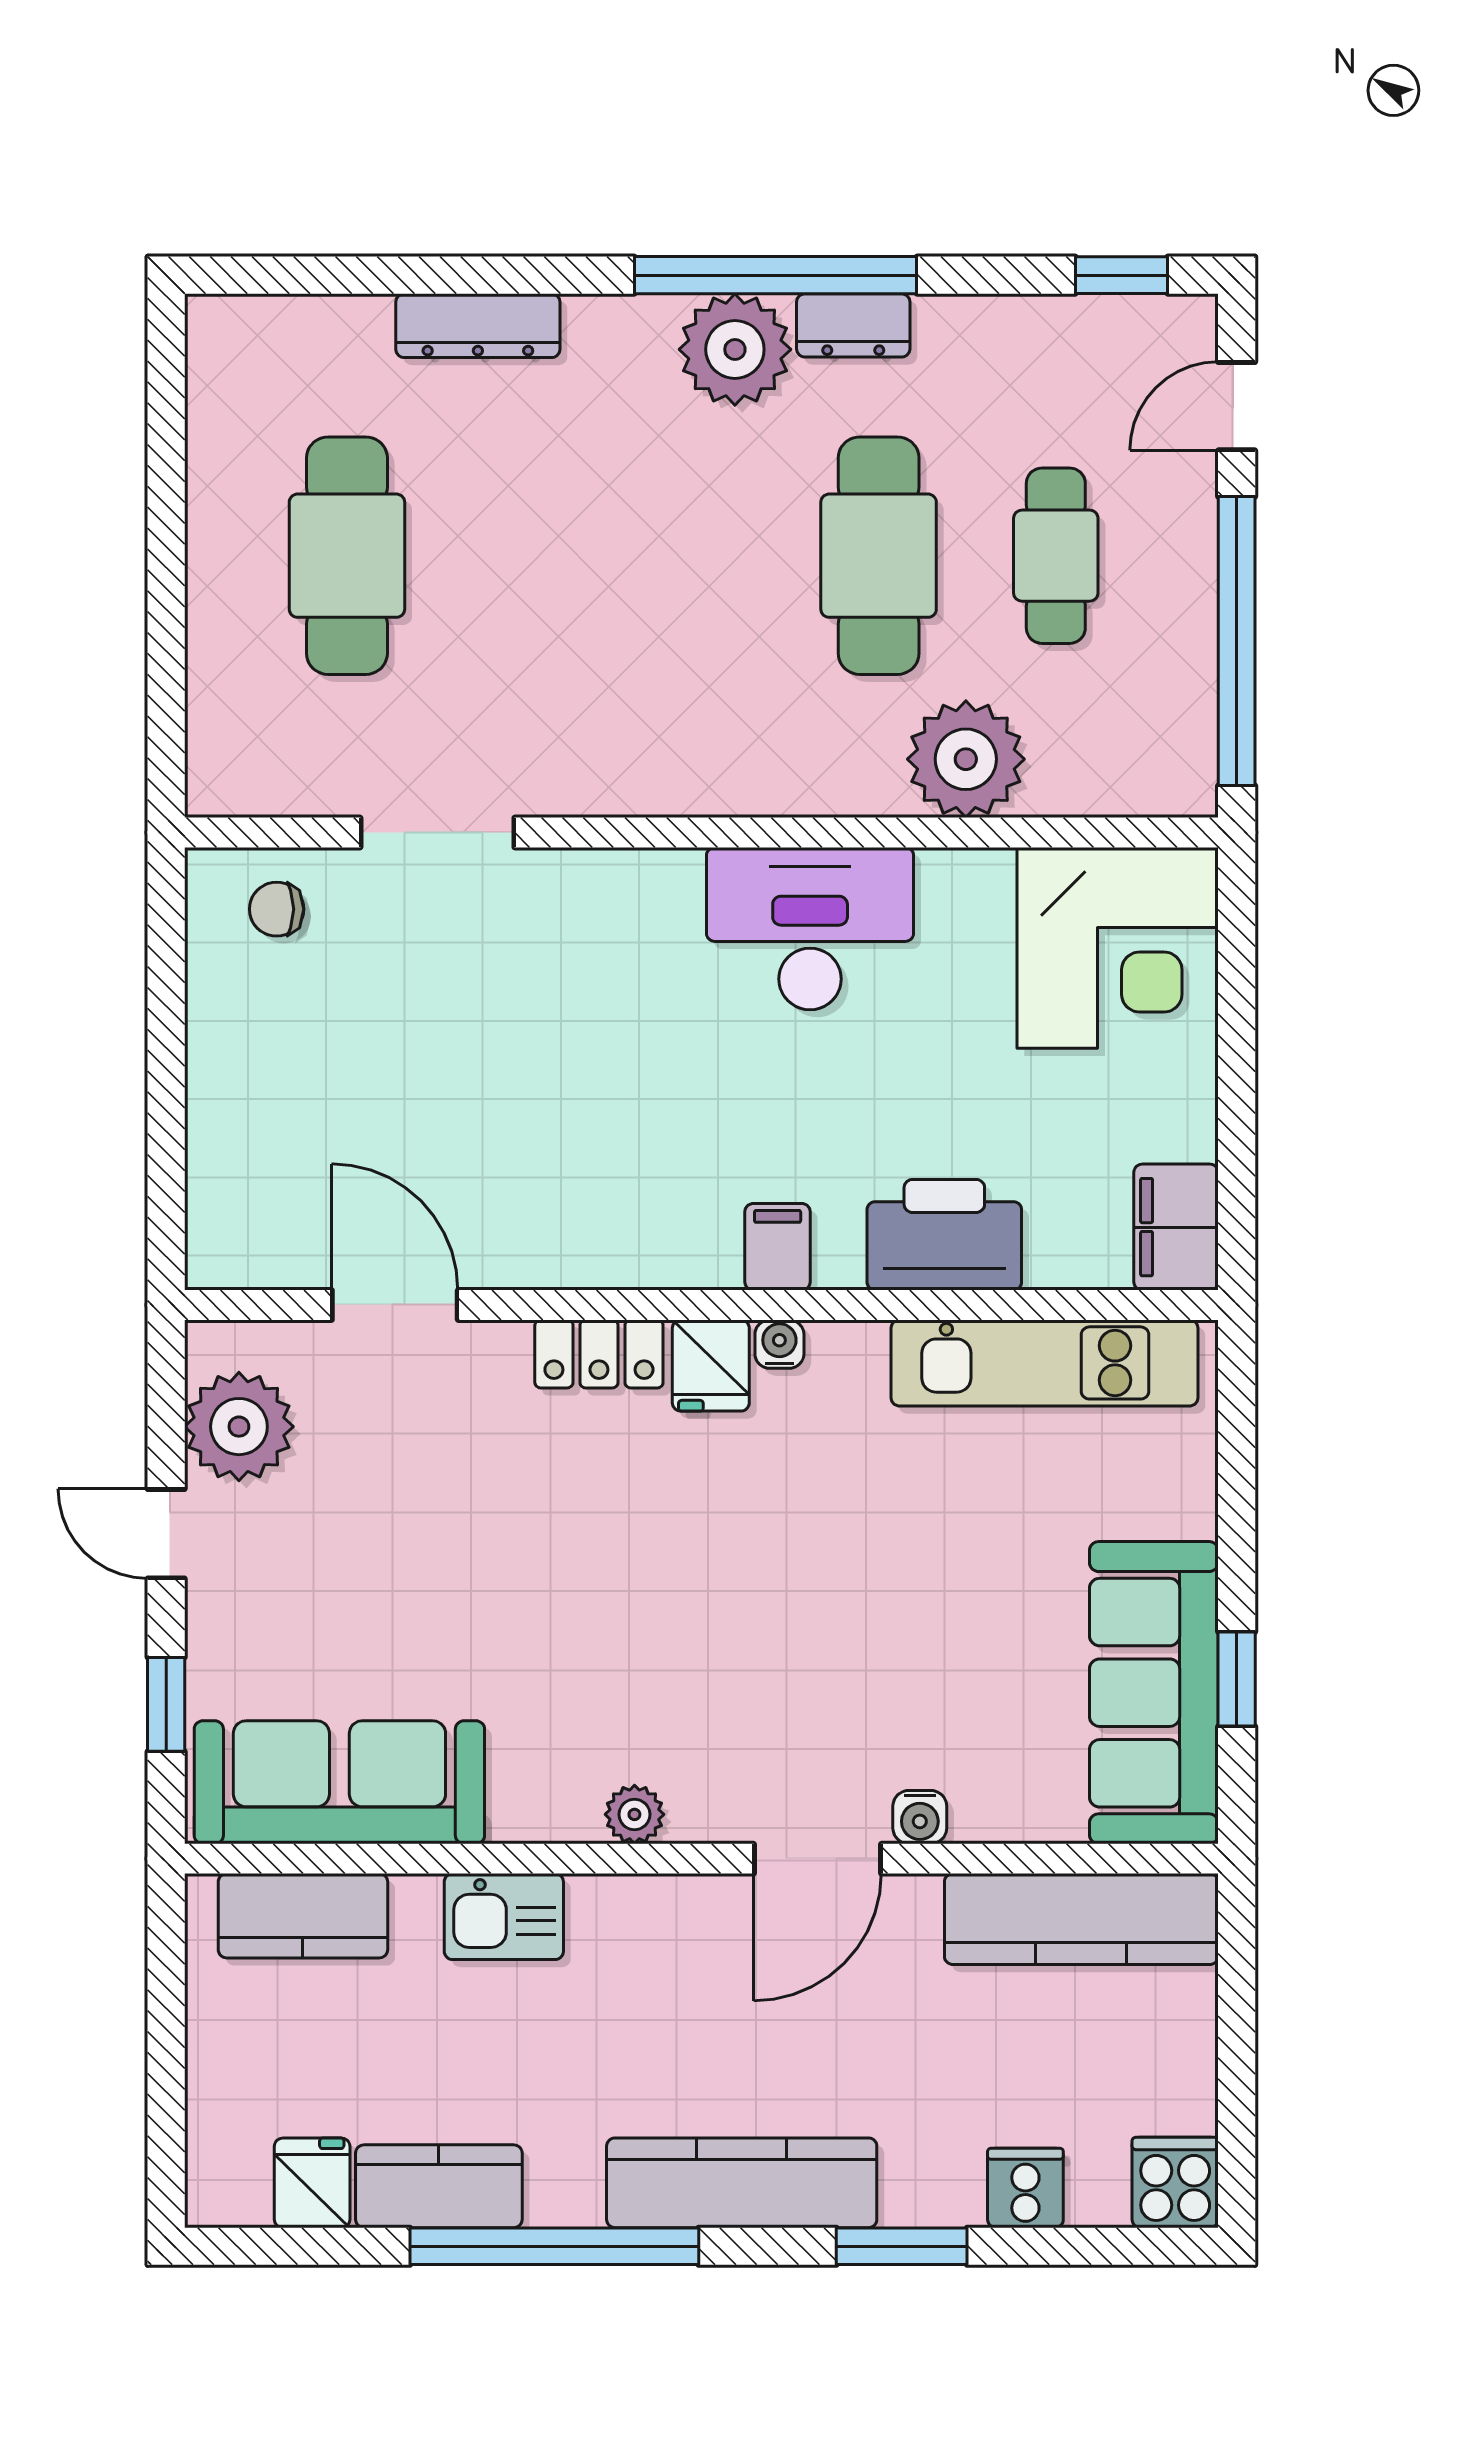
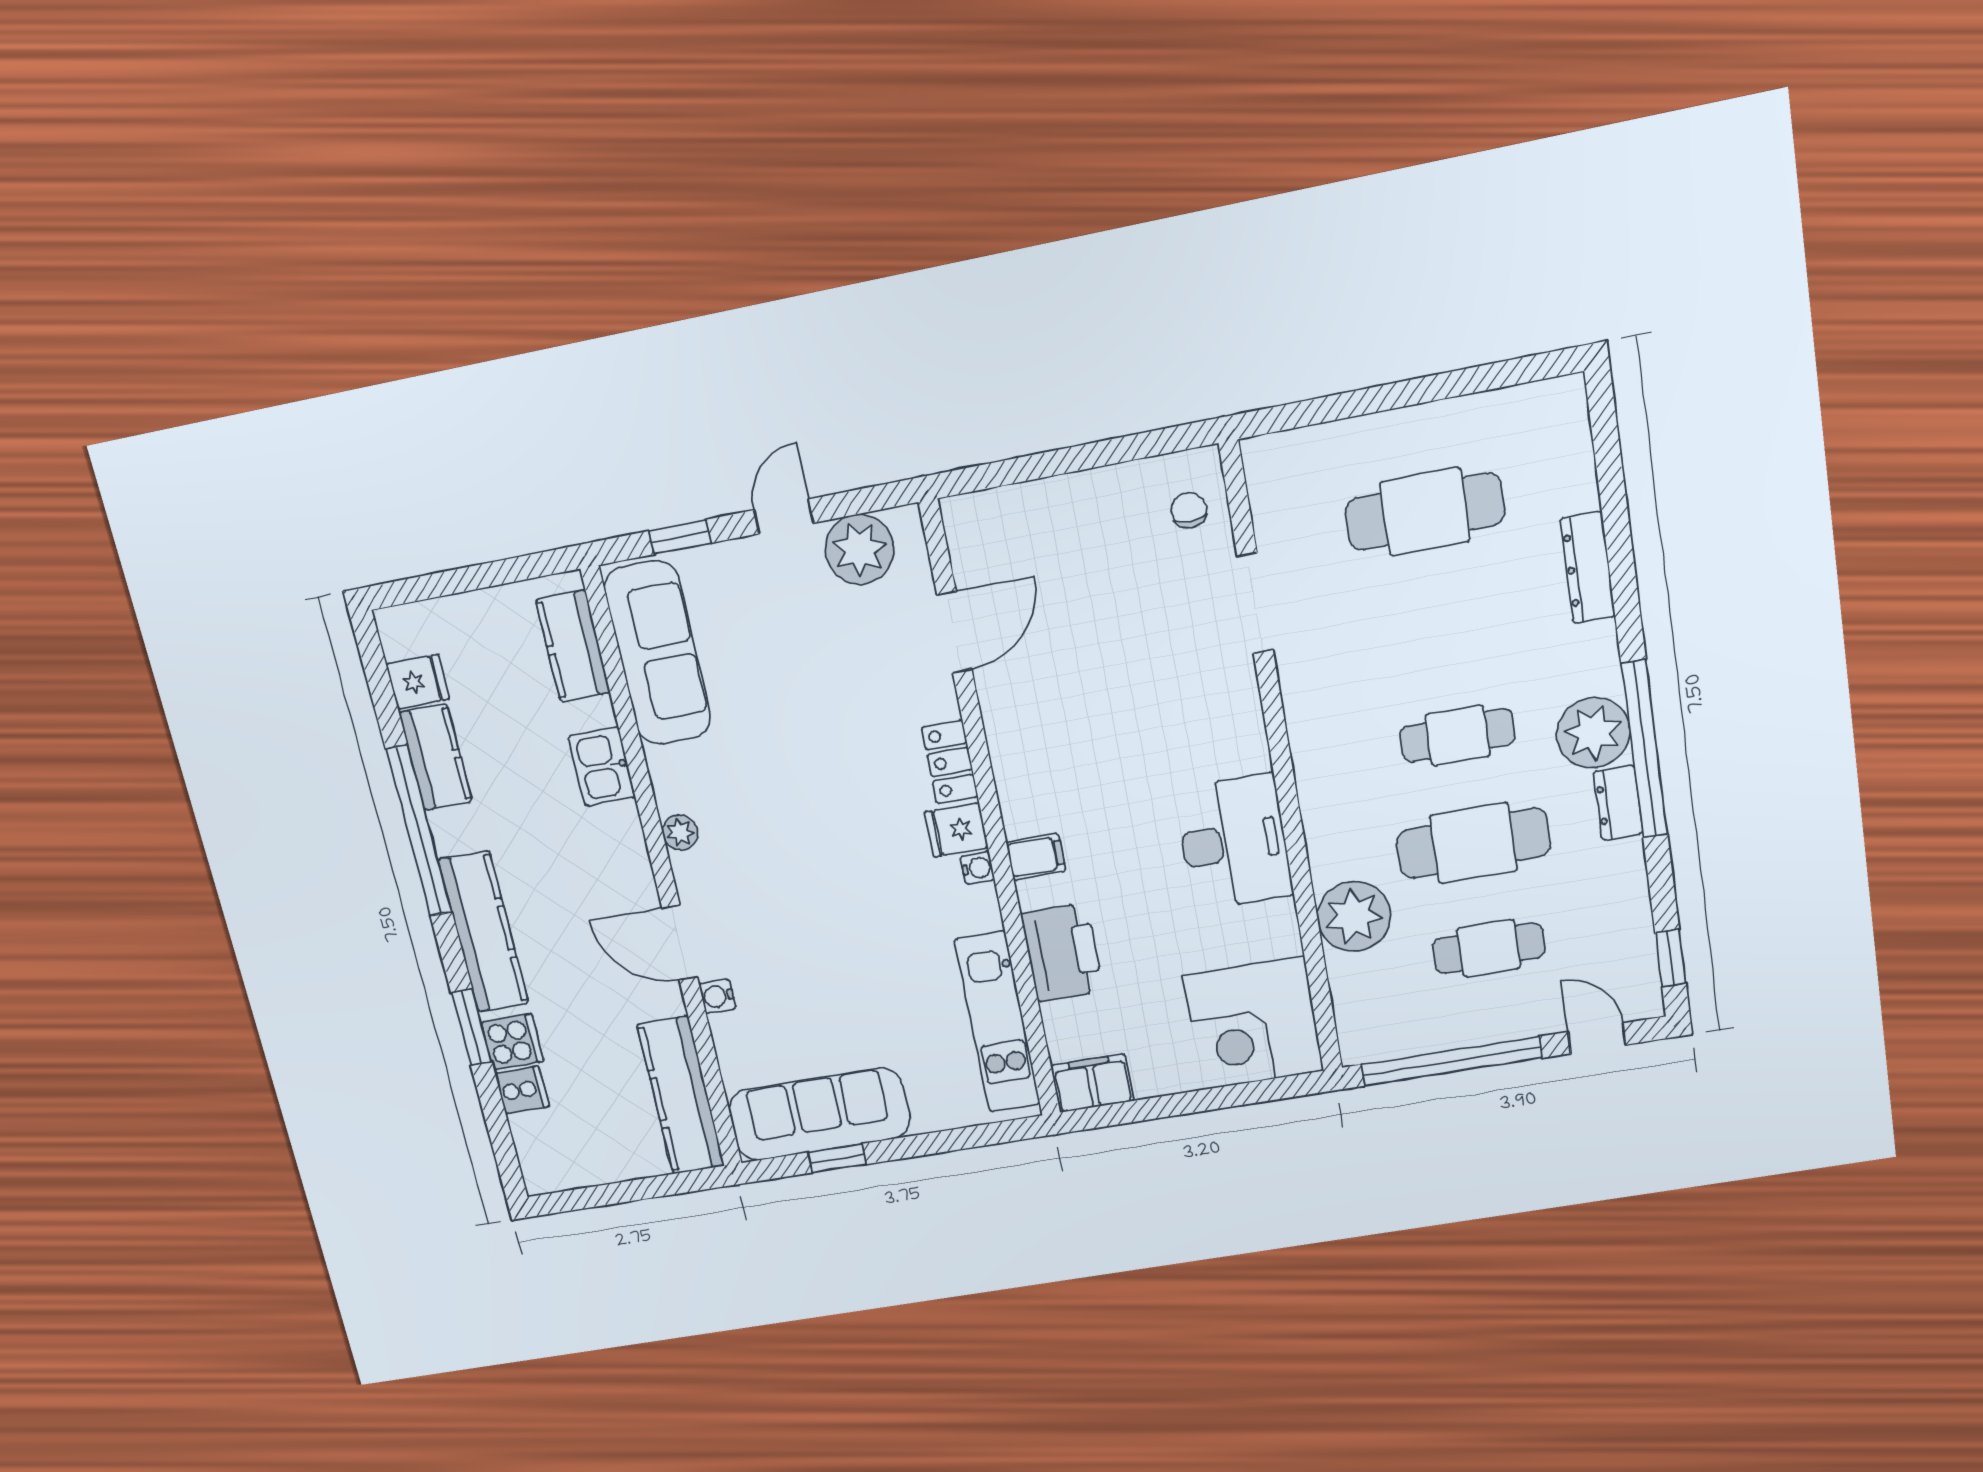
cafe table: (701, 556) -> (1458, 735), added
cooker: (1175, 2182) -> (513, 1042), moved

